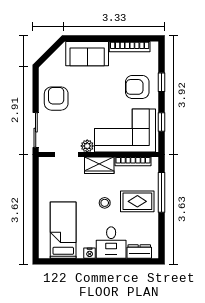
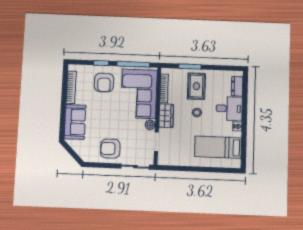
window: (162, 122) -> (133, 64), width x2.17
window: (162, 192) -> (190, 67), width x0.69

